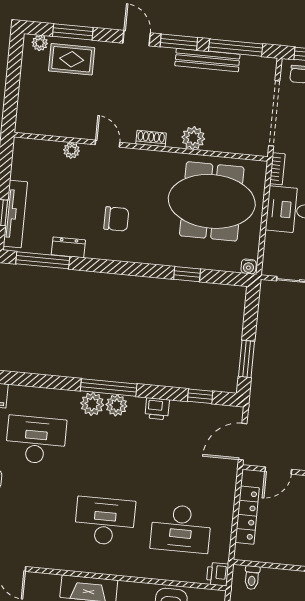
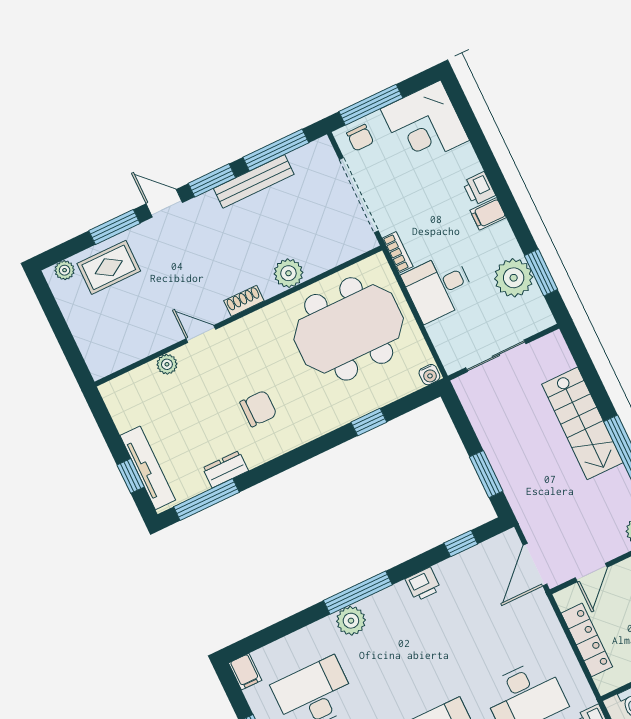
window: (73, 32) -> (114, 227), moved
plant: (116, 405) -> (378, 607), removed

